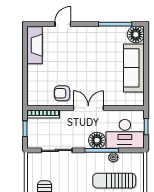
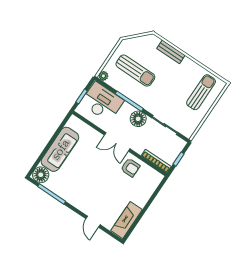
door: (63, 24) -> (93, 222), hinge flipped
floor lamp: (97, 140) -> (138, 119), moved
plant: (113, 157) -> (103, 76), moved

